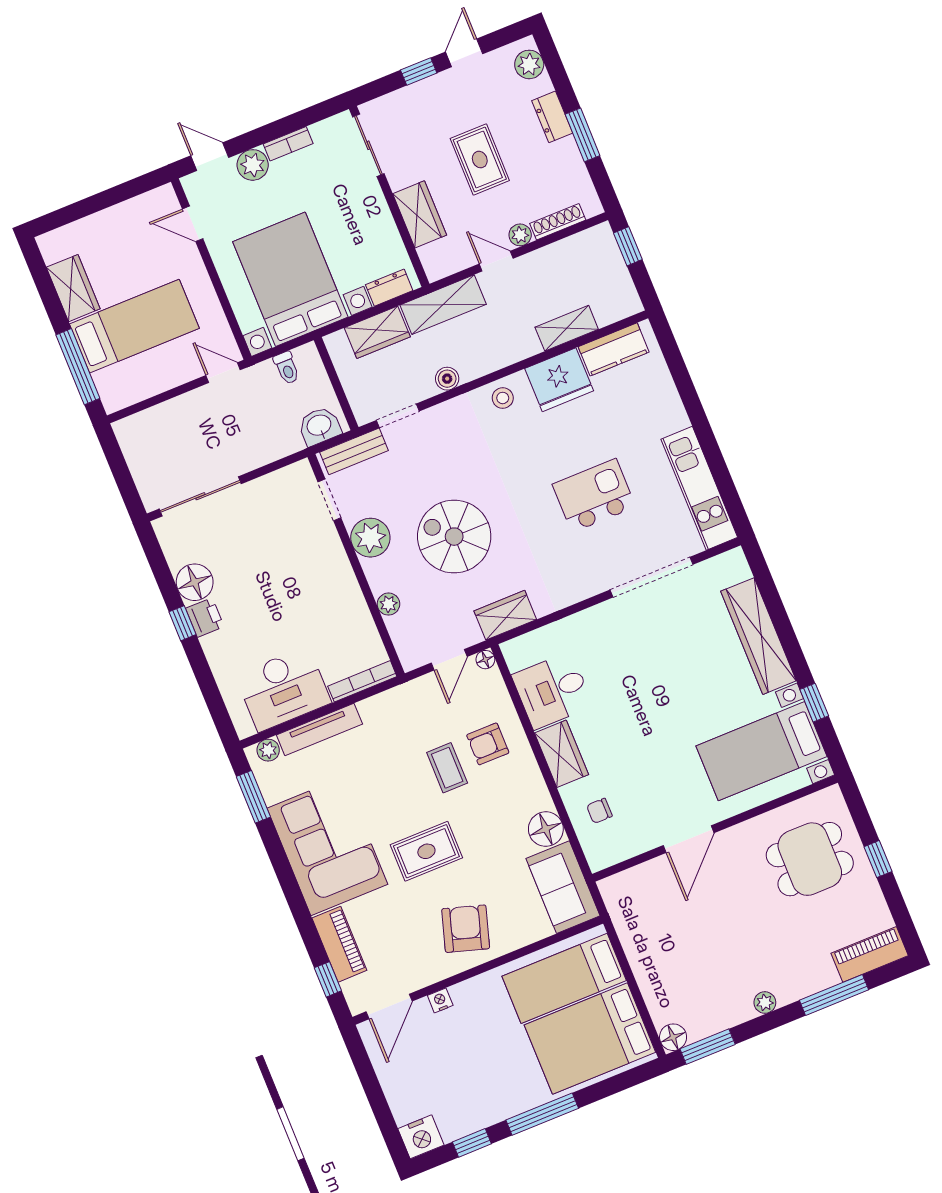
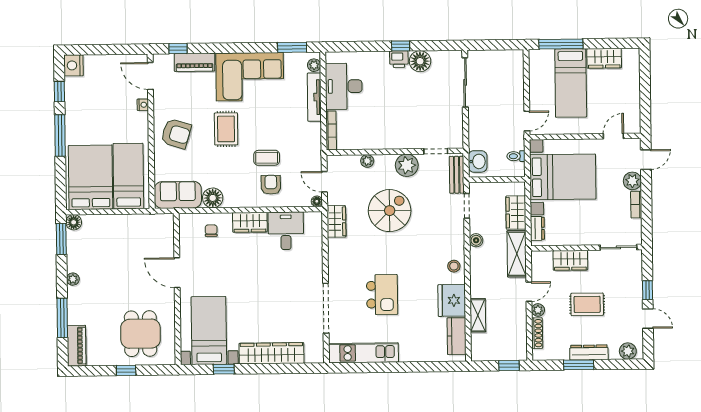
dresser: (552, 117) -> (589, 352), width x1.44

